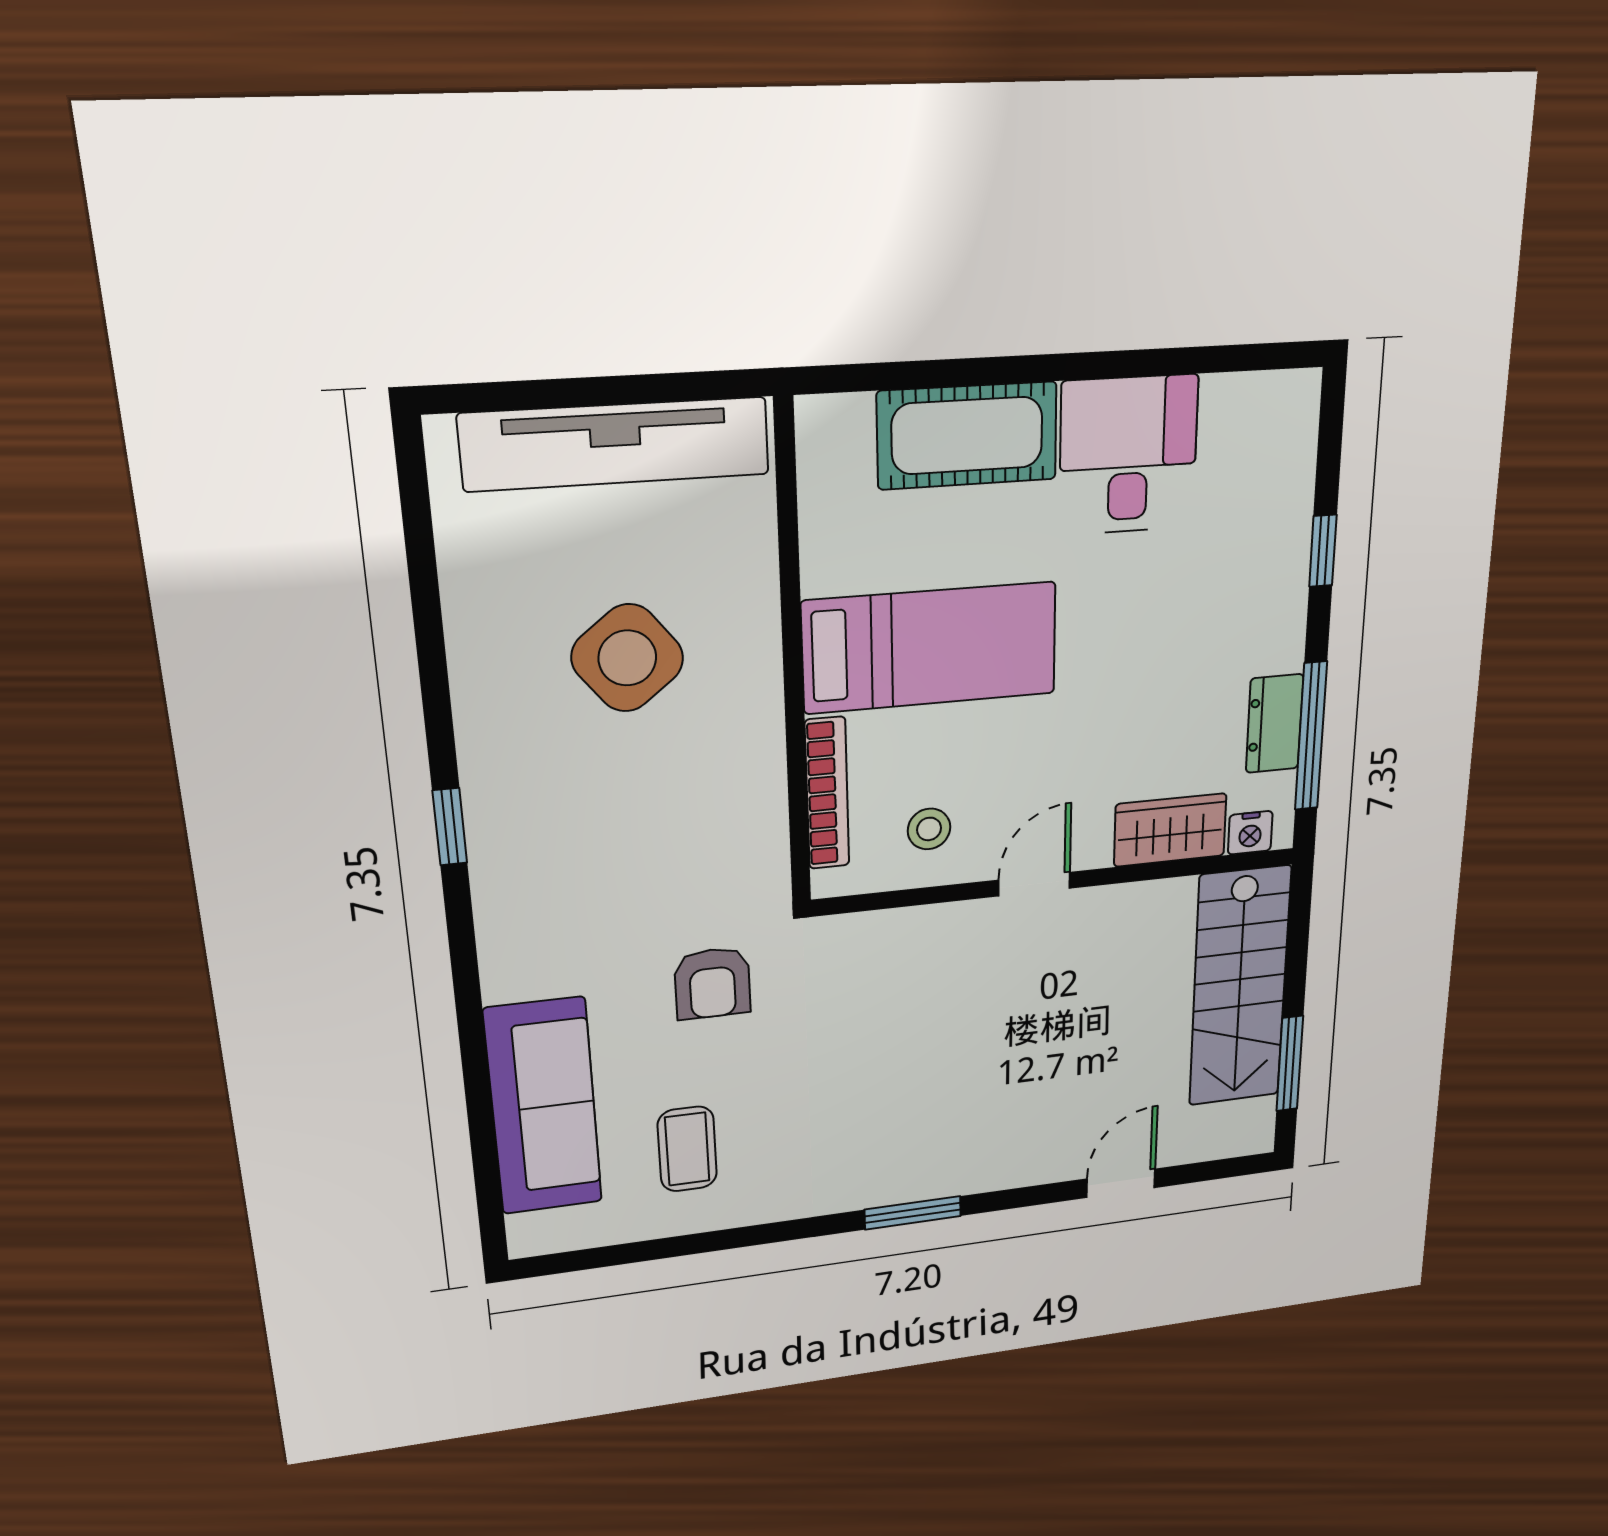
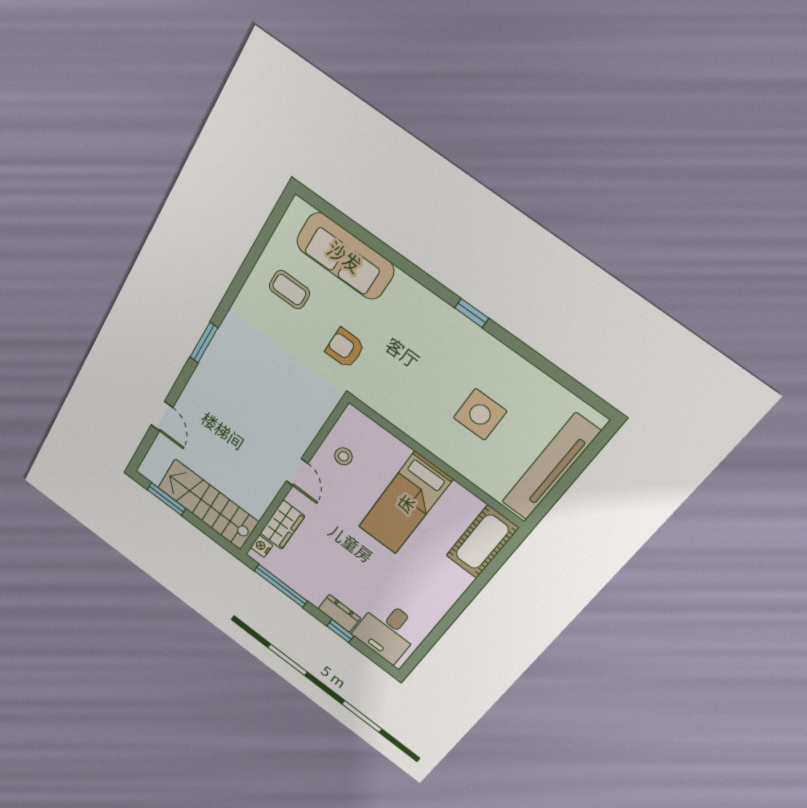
cot: (967, 436) -> (482, 542), moved
desk: (1128, 455) -> (387, 631), moved, turned 90
side table: (627, 658) -> (480, 414), turned 38
dresser: (1275, 724) -> (339, 613), moved
bookcase: (827, 793) -> (382, 436), removed

